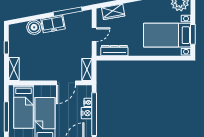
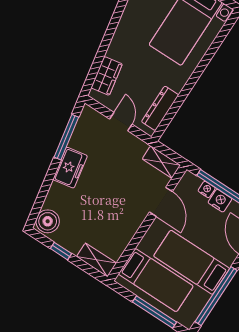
boiler: (34, 27) -> (48, 221), moved

